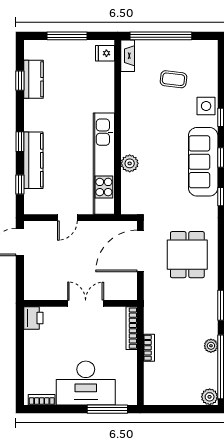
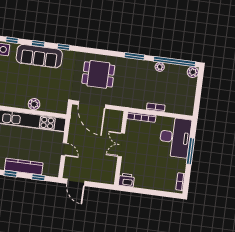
desk: (86, 383) -> (175, 137), moved
window: (107, 409) -> (191, 151), moved

